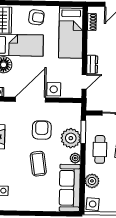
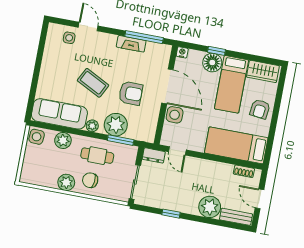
dresser: (92, 64) -> (154, 155), moved
coffee table: (38, 164) -> (93, 83), turned 35

